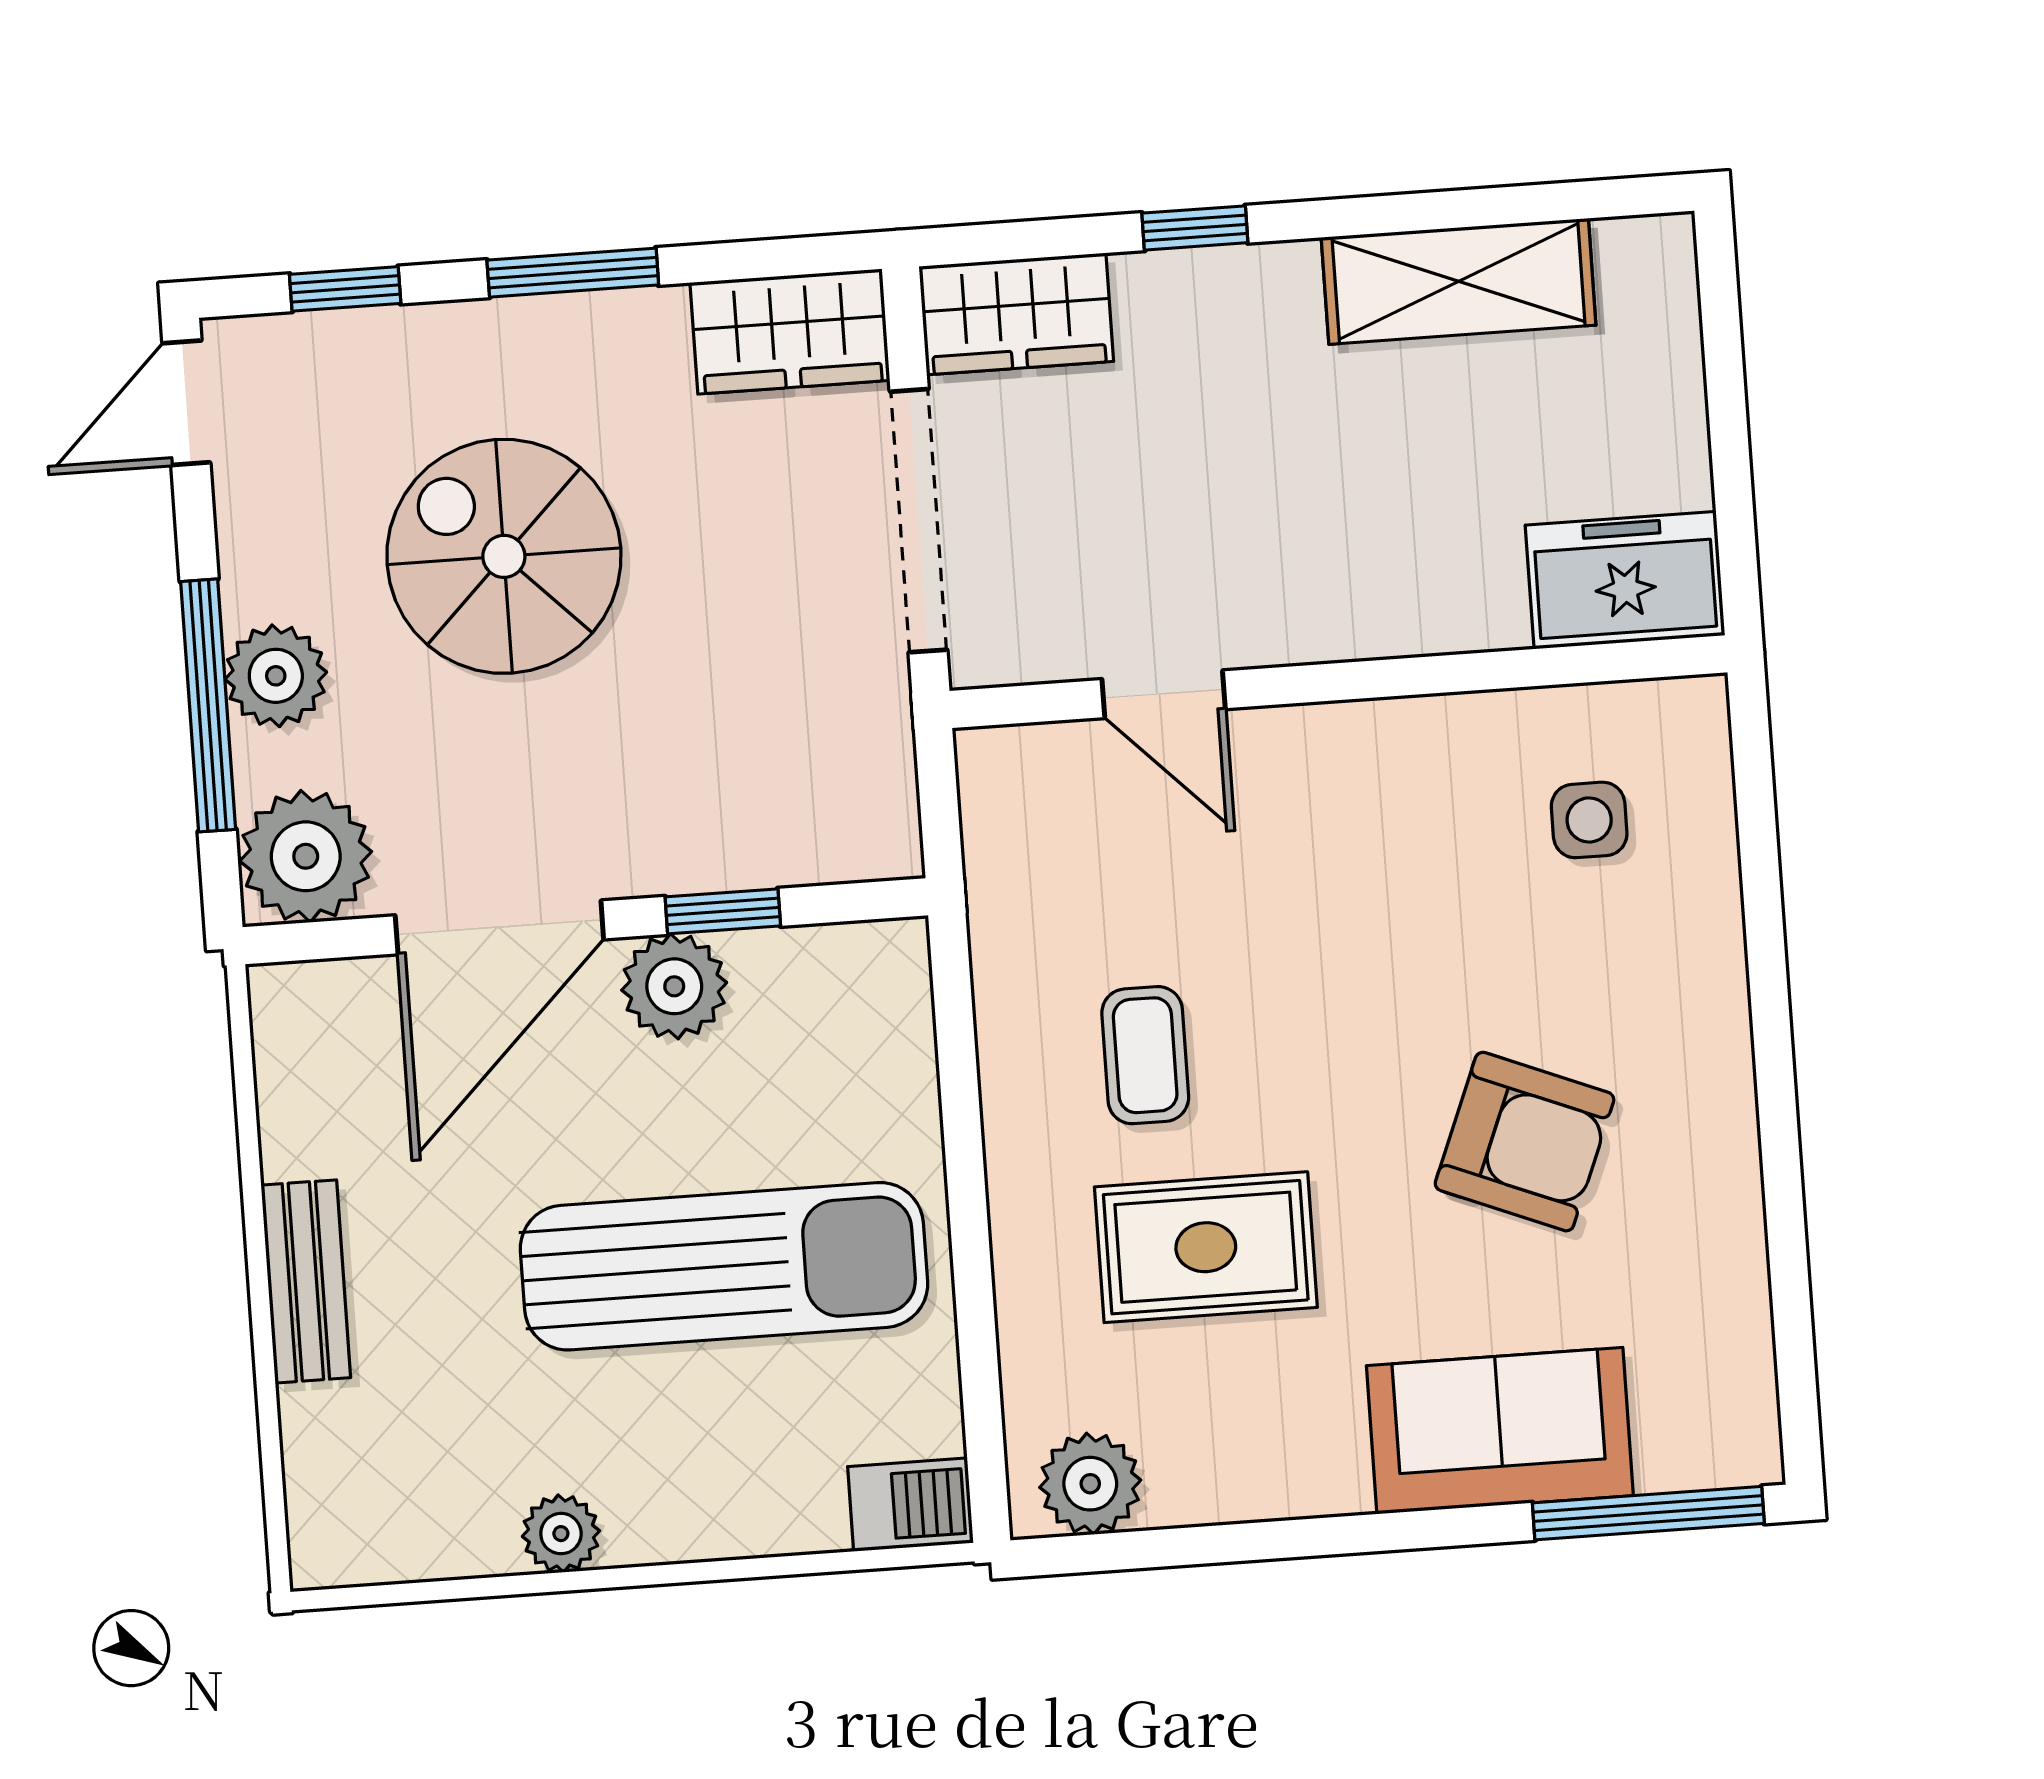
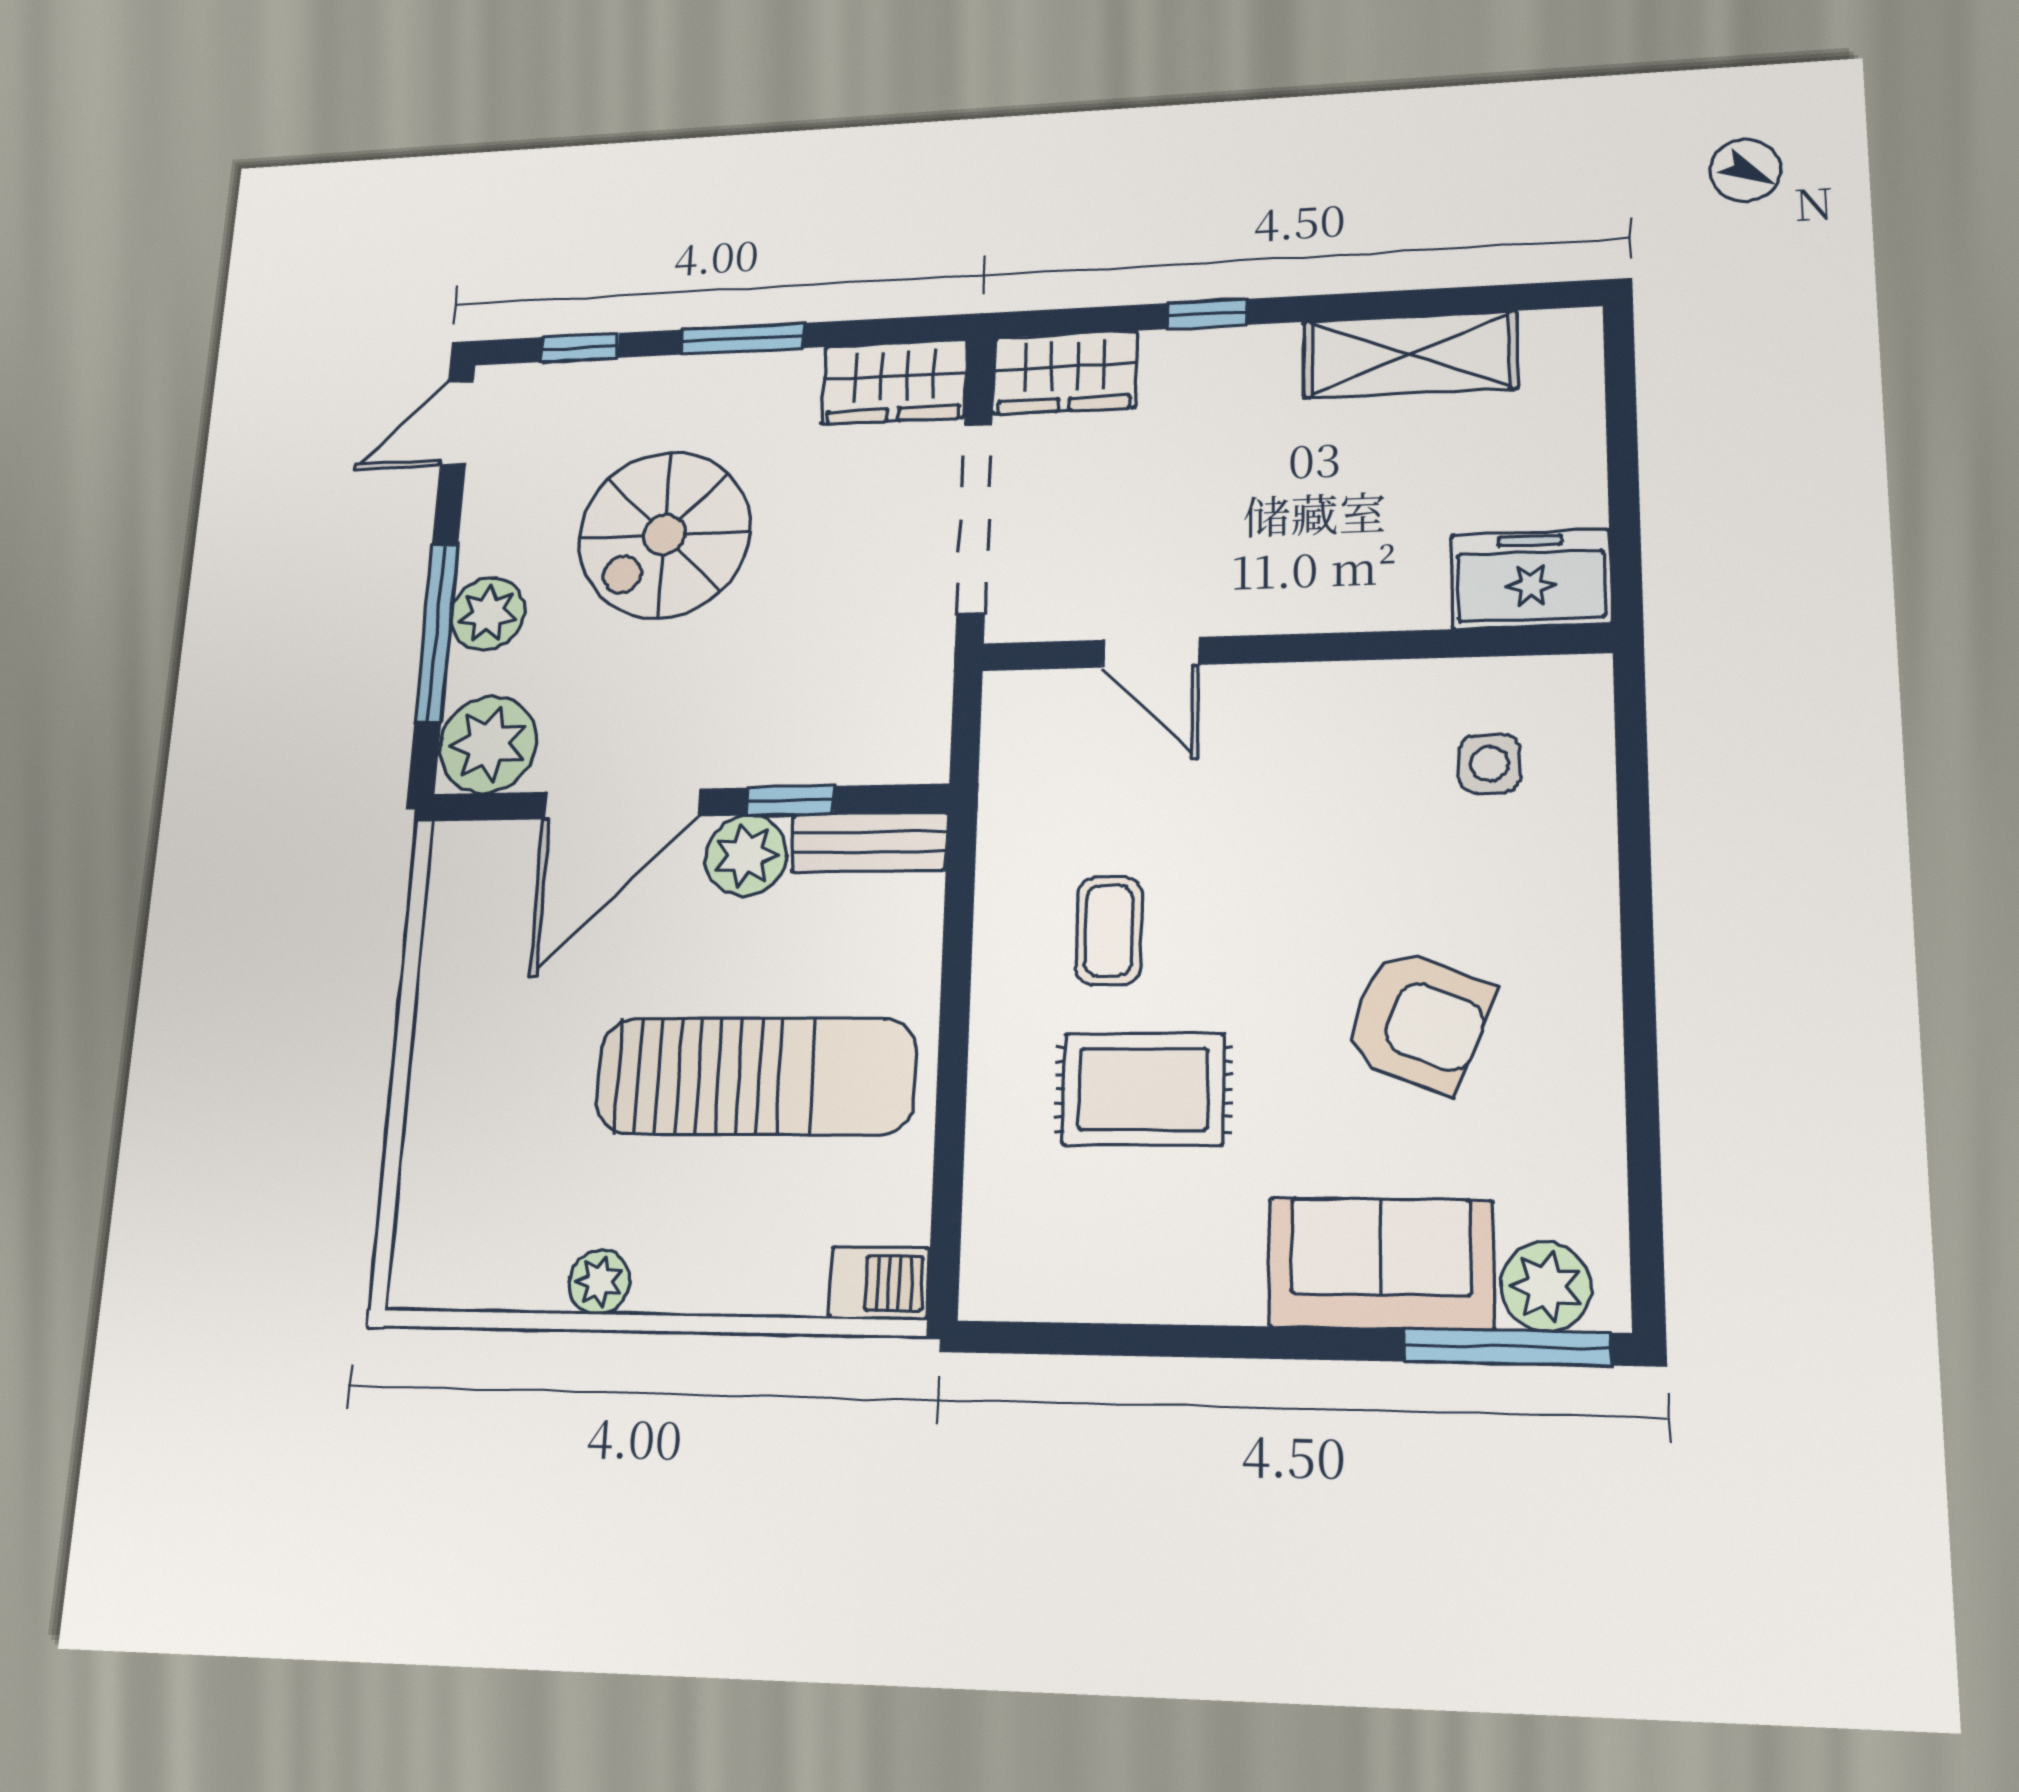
spiral stairs: (504, 556) -> (664, 535), turned -90
bench: (306, 1281) -> (869, 842), moved, turned 90
plant: (1090, 1484) -> (1546, 1286), moved

